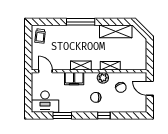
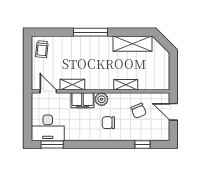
shelving: (81, 66) -> (72, 85), moved
plant: (103, 78) -> (102, 99), moved
window: (62, 116) -> (52, 144), moved
window: (104, 116) -> (142, 144), moved

